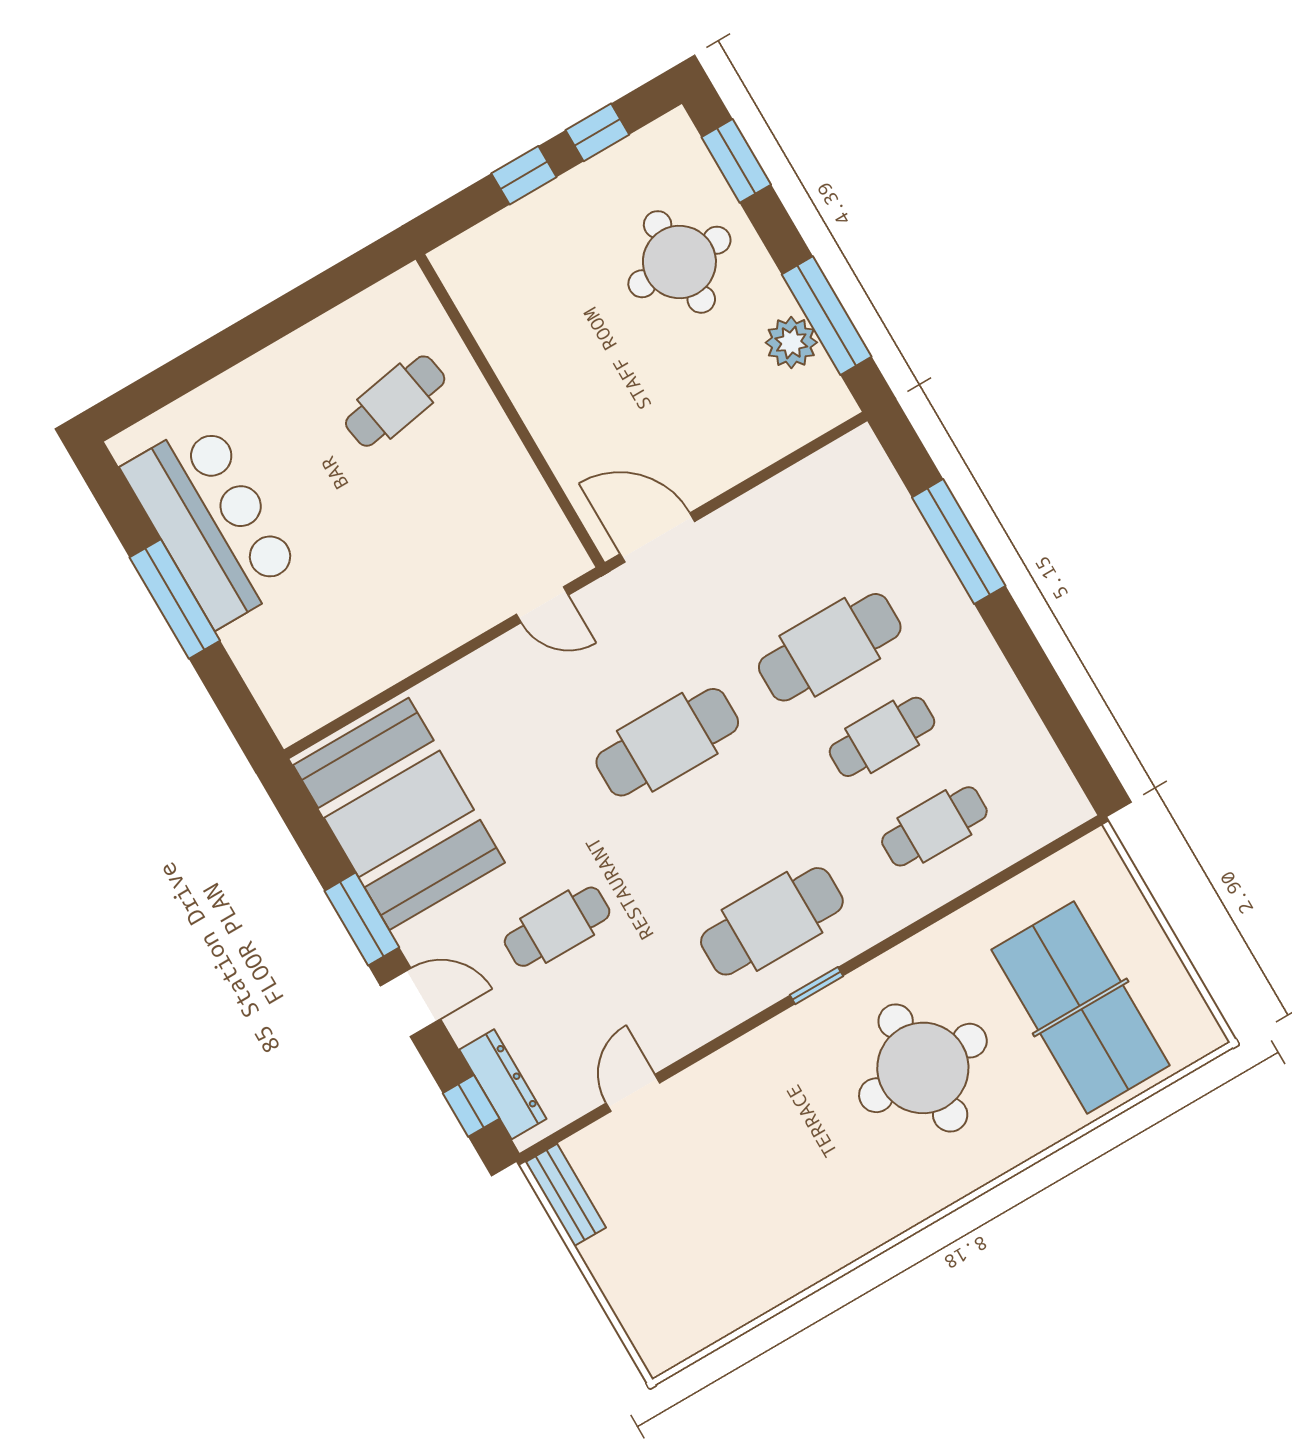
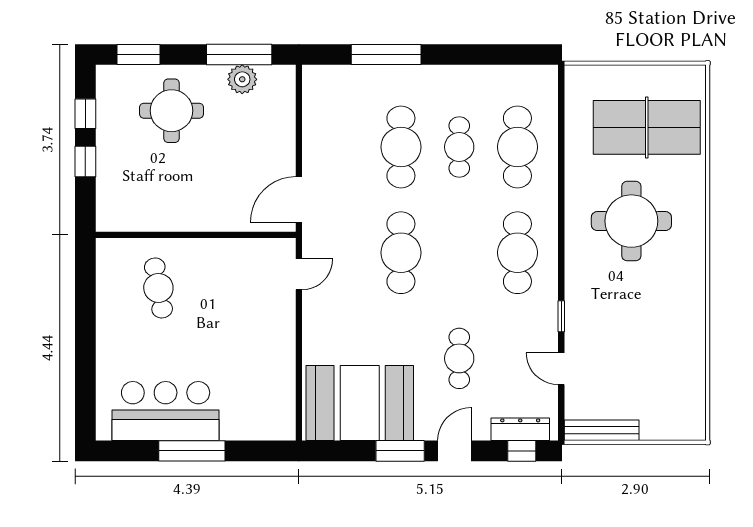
cafe table: (934, 826) -> (517, 147), width x1.37, depth x1.35
window: (817, 986) -> (561, 316), moved
bench: (566, 1195) -> (602, 430), width x1.36

